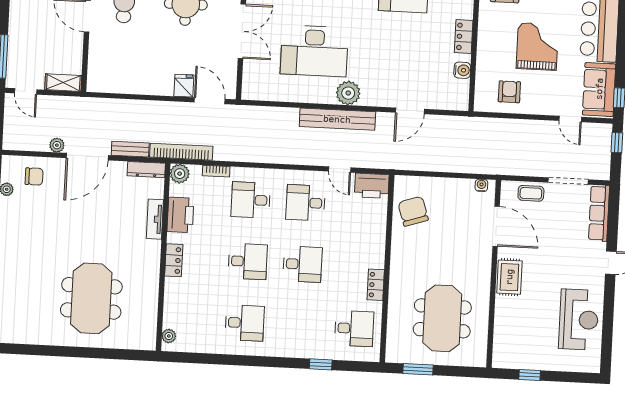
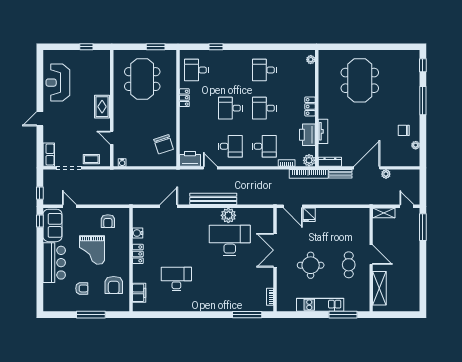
plant: (348, 93) -> (228, 215), moved
chair: (34, 176) -> (404, 130), moved
row of seats: (599, 213) -> (49, 155), width x0.68
door: (496, 226) -> (112, 138), width x0.53

